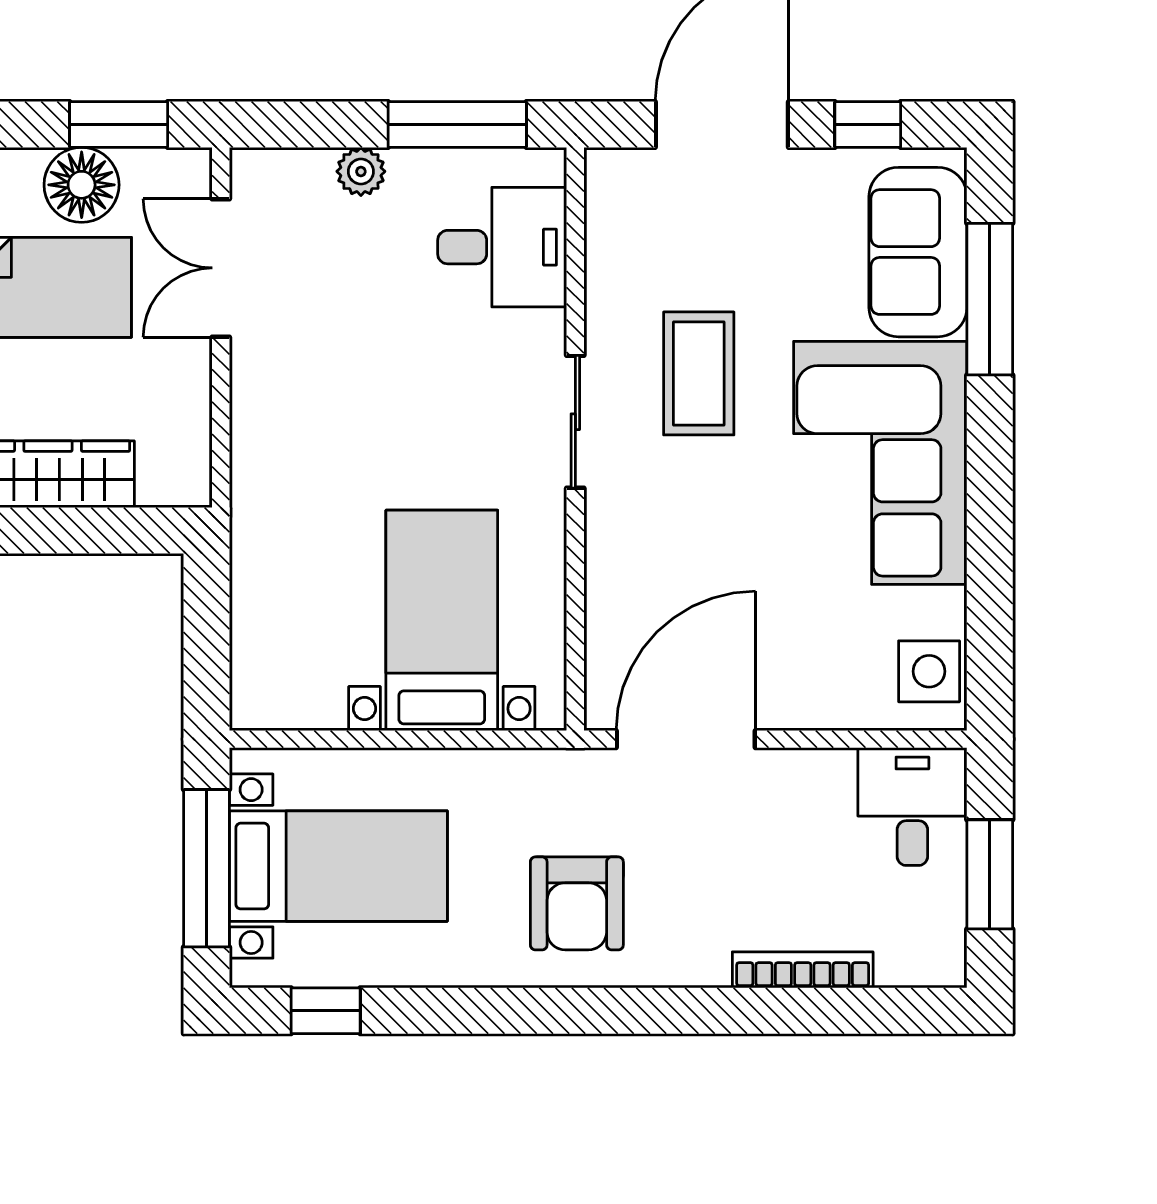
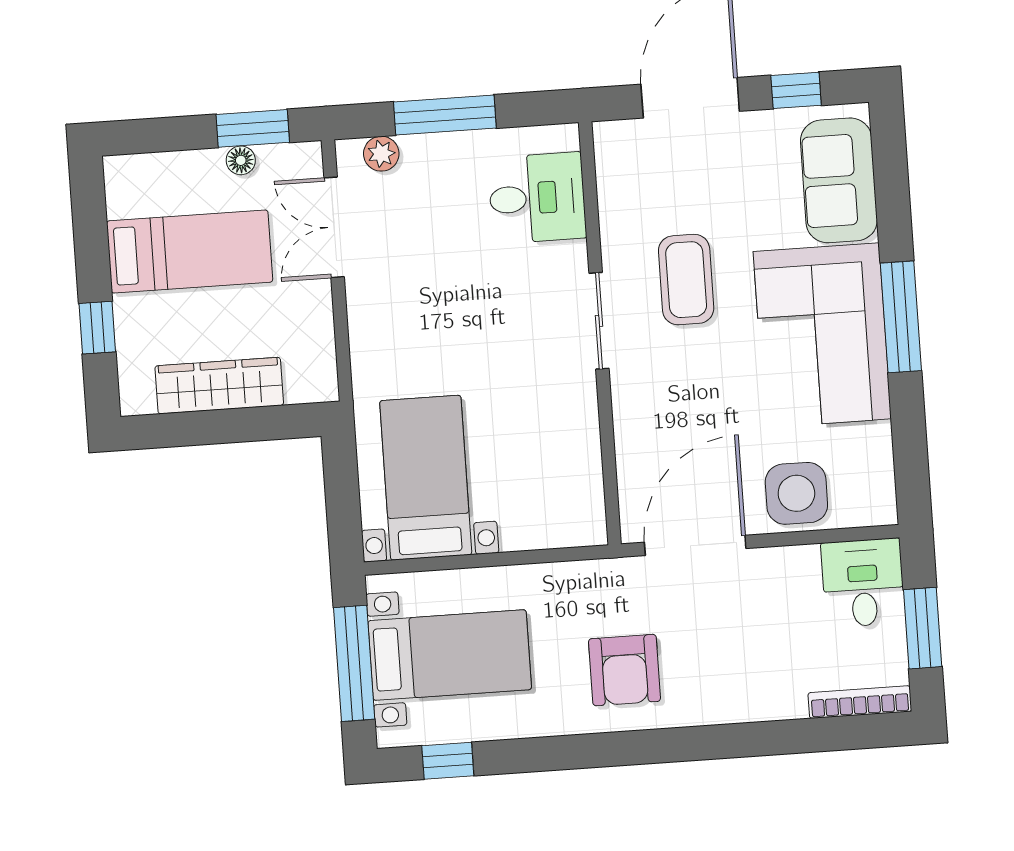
window: (457, 124) -> (445, 115), moved
plant: (361, 171) -> (381, 154), moved
floor lamp: (82, 185) -> (241, 160), width x0.53, depth x0.53
window: (990, 299) -> (901, 317), moved
bed with nightstands: (442, 620) -> (426, 478), moved
side table: (929, 671) -> (796, 493), moved, width x1.37, depth x1.37
bookcase: (803, 970) -> (860, 702), moved

